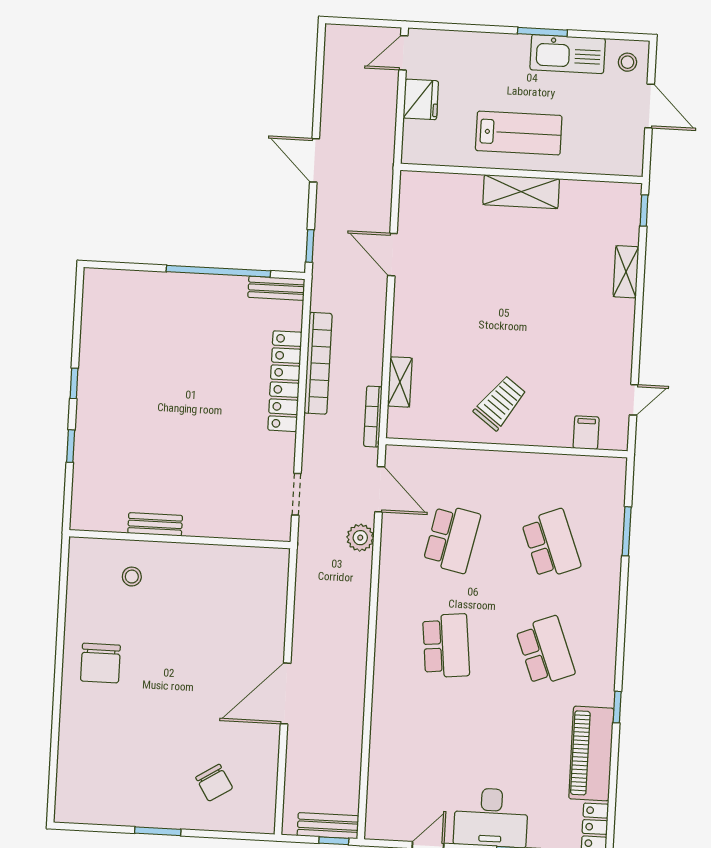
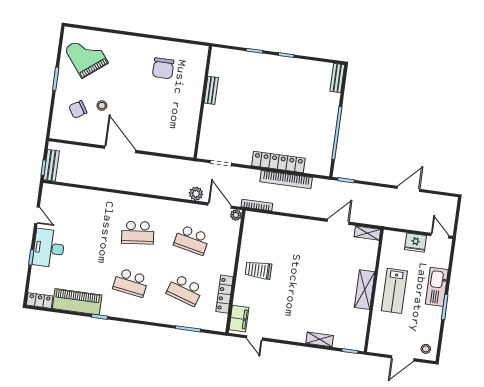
kitchen sink: (568, 54) -> (437, 287), moved
door: (314, 160) -> (408, 189), moved
bench: (276, 288) -> (337, 78), moved
shelving: (400, 382) -> (367, 233), moved
trolley: (500, 403) -> (258, 270), turned 143
filing cabinet: (586, 433) -> (239, 319), width x2.00
plant: (396, 456) -> (236, 215), added
locker: (553, 466) -> (225, 294), added
door: (380, 489) -> (220, 206), swing flipped
school desk: (551, 544) -> (185, 290), turned 39
stool: (132, 577) -> (102, 106), moved
school desk: (545, 651) -> (131, 283), turned 30
chair: (100, 663) -> (163, 68), moved, turned -90
grand piano: (107, 775) -> (86, 56), added

